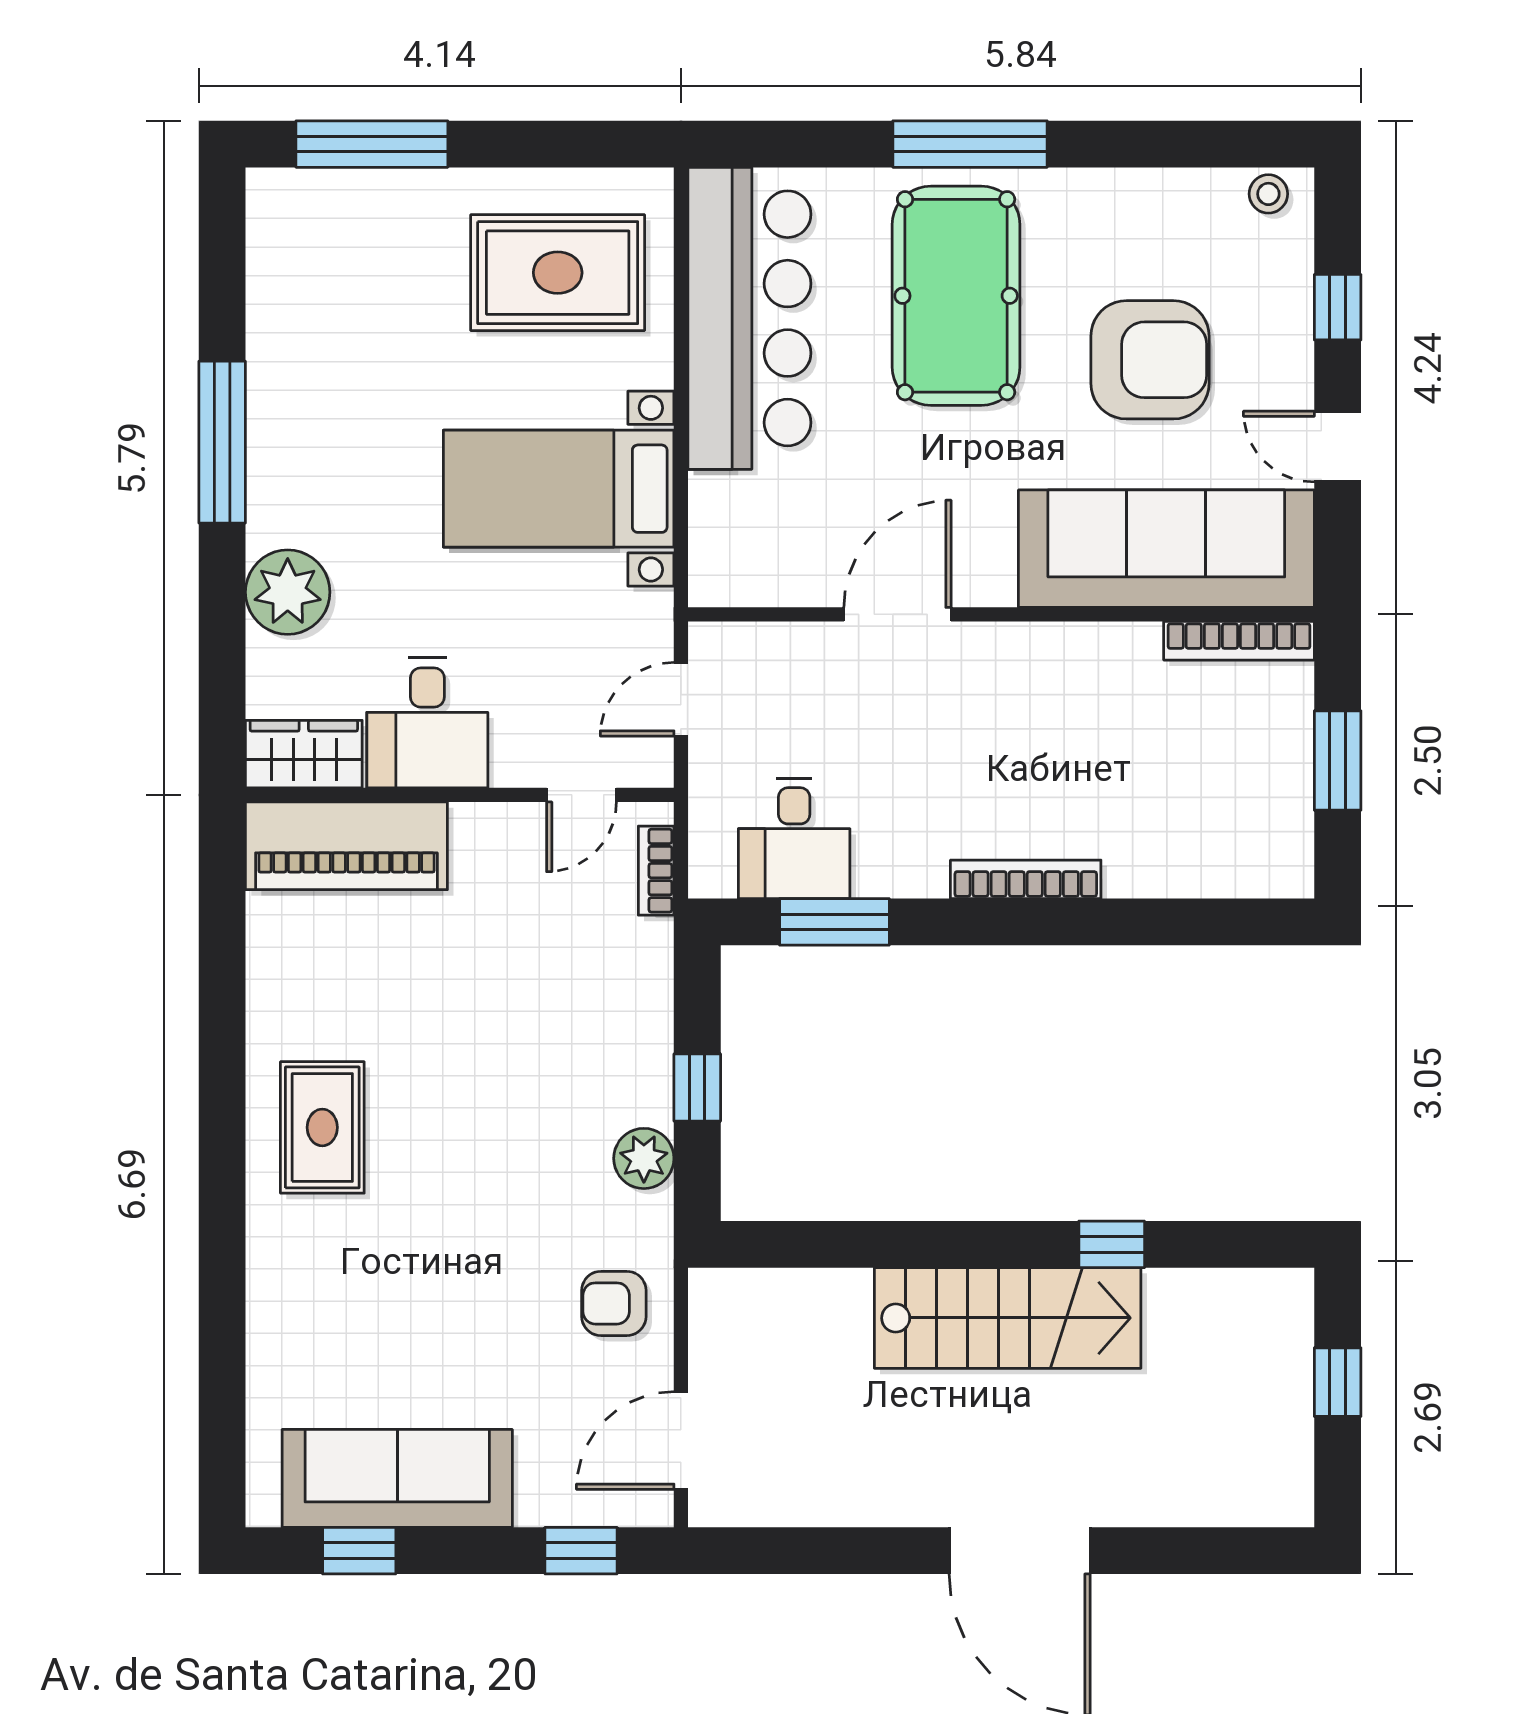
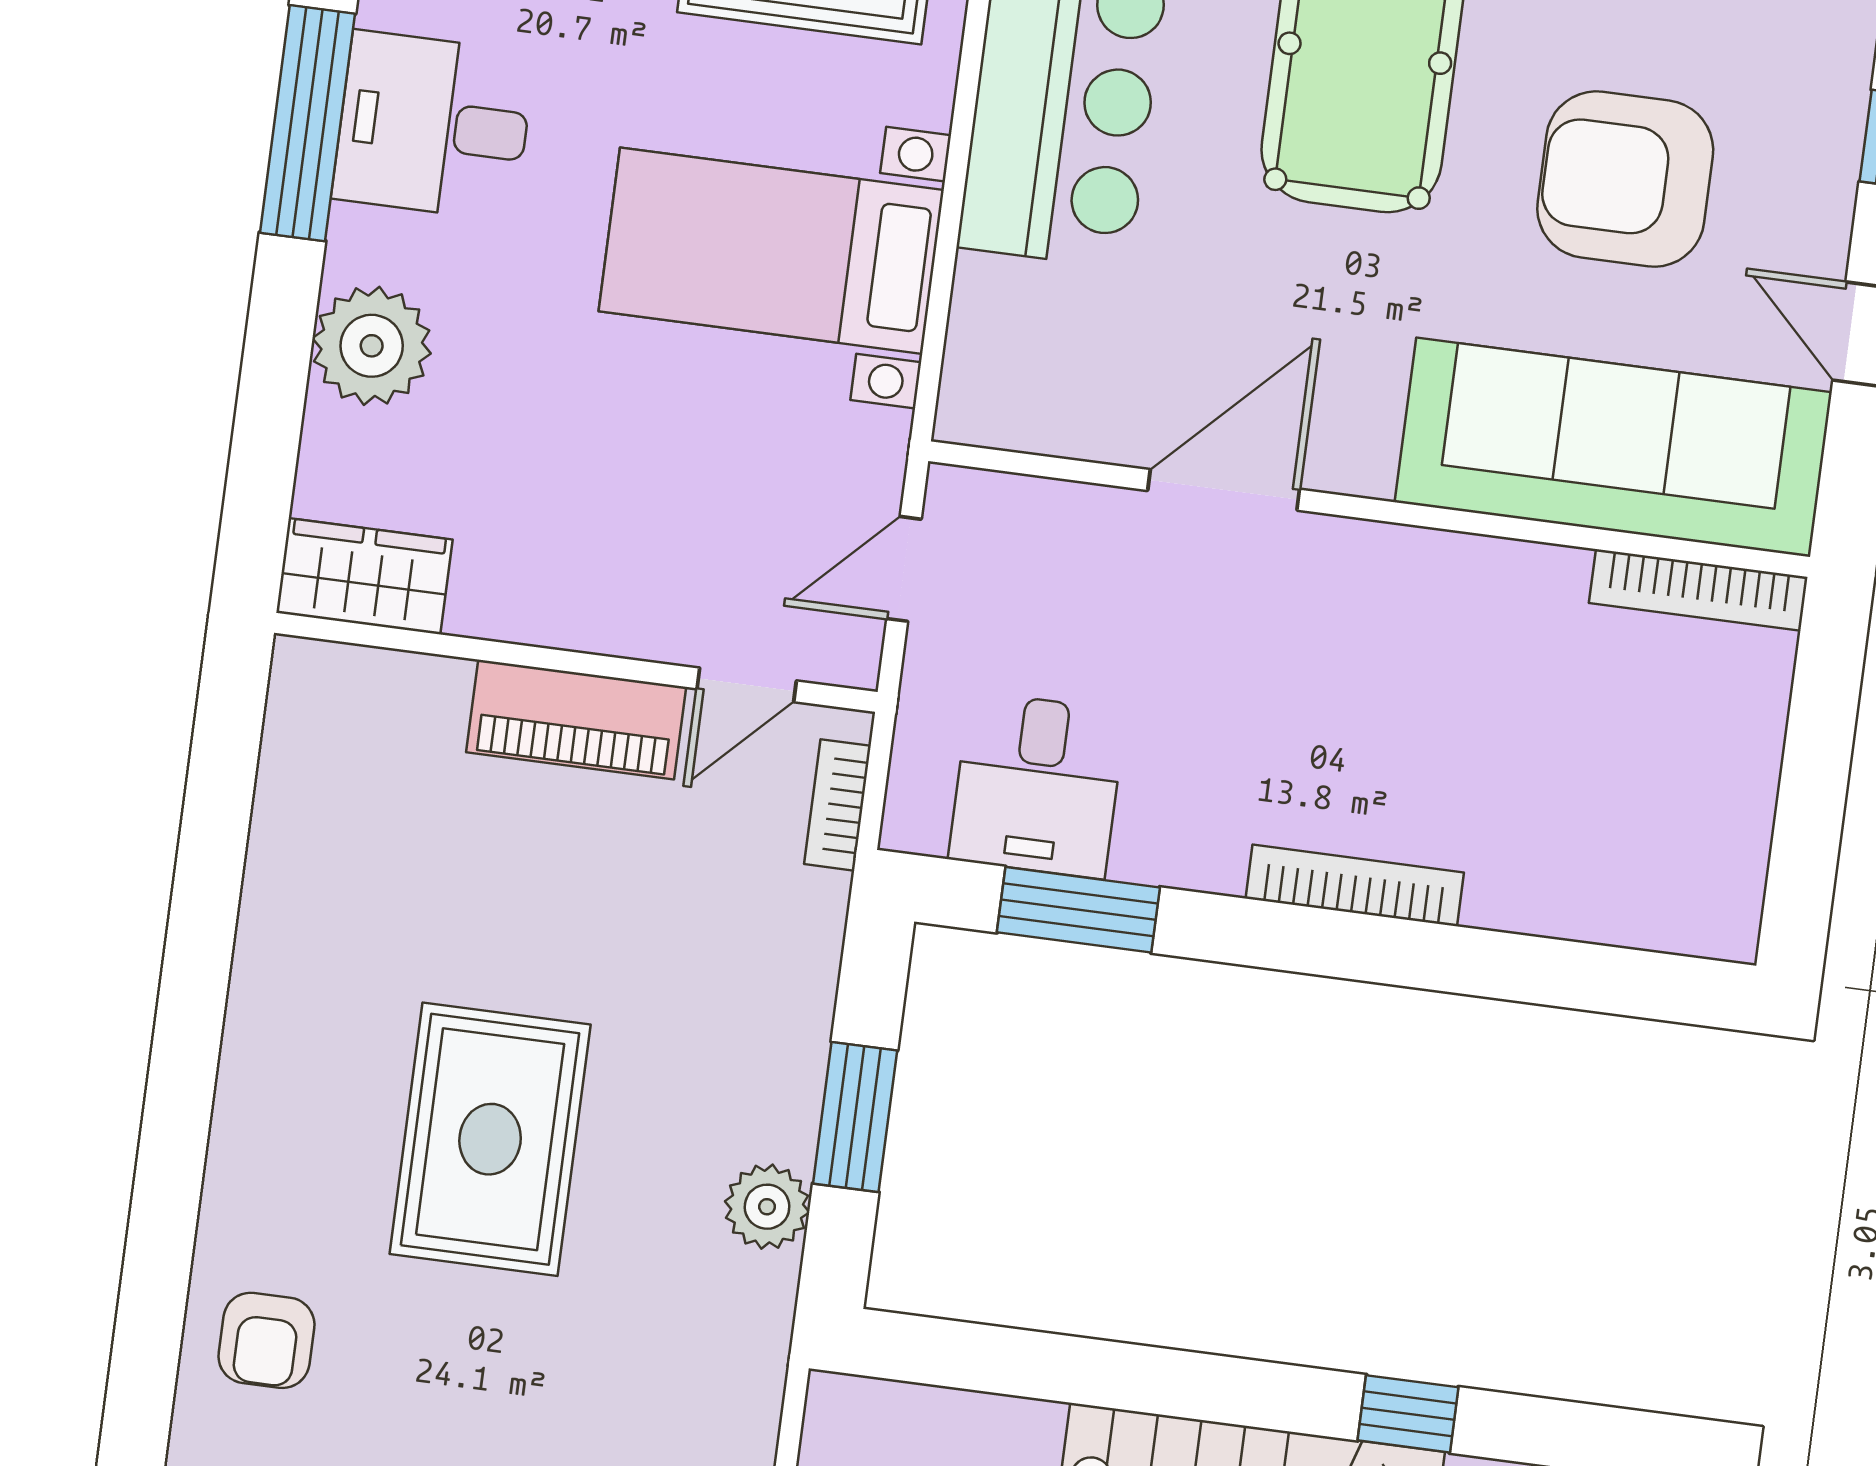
armchair: (1150, 360) -> (1625, 179), turned 180
desk: (427, 723) -> (434, 126), moved, turned 90
window: (1338, 760) -> (1815, 776), removed
piano: (346, 846) -> (576, 720), moved, width x0.73, depth x0.75
window: (697, 1088) -> (855, 1117), width x1.50
rug: (322, 1127) -> (490, 1139), moved, width x1.36, depth x1.43
armchair: (614, 1303) -> (266, 1340), moved, turned -90

